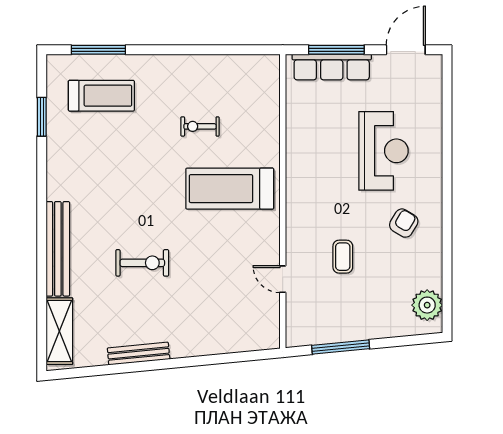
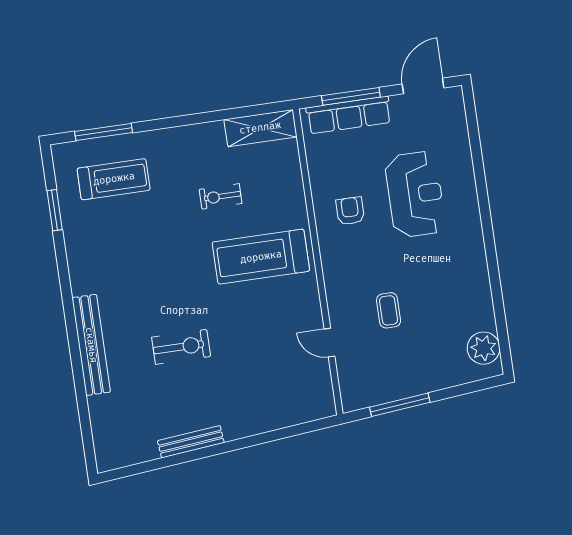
armchair: (404, 223) -> (350, 211), moved, turned -31
shelving: (59, 331) -> (260, 128), moved, turned 90

